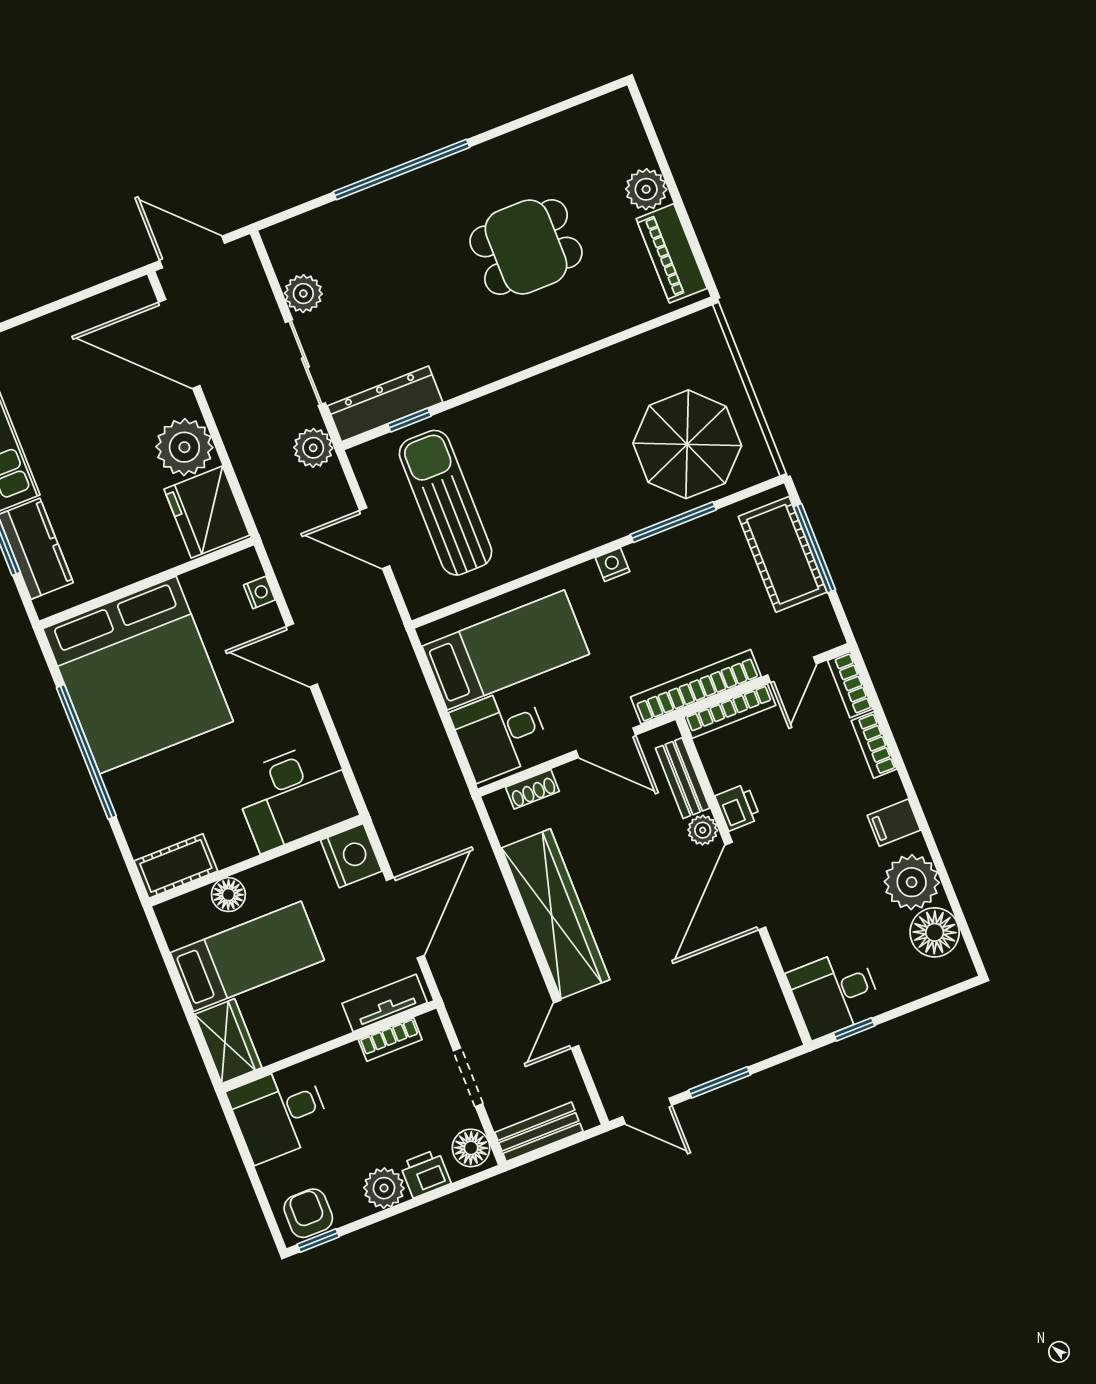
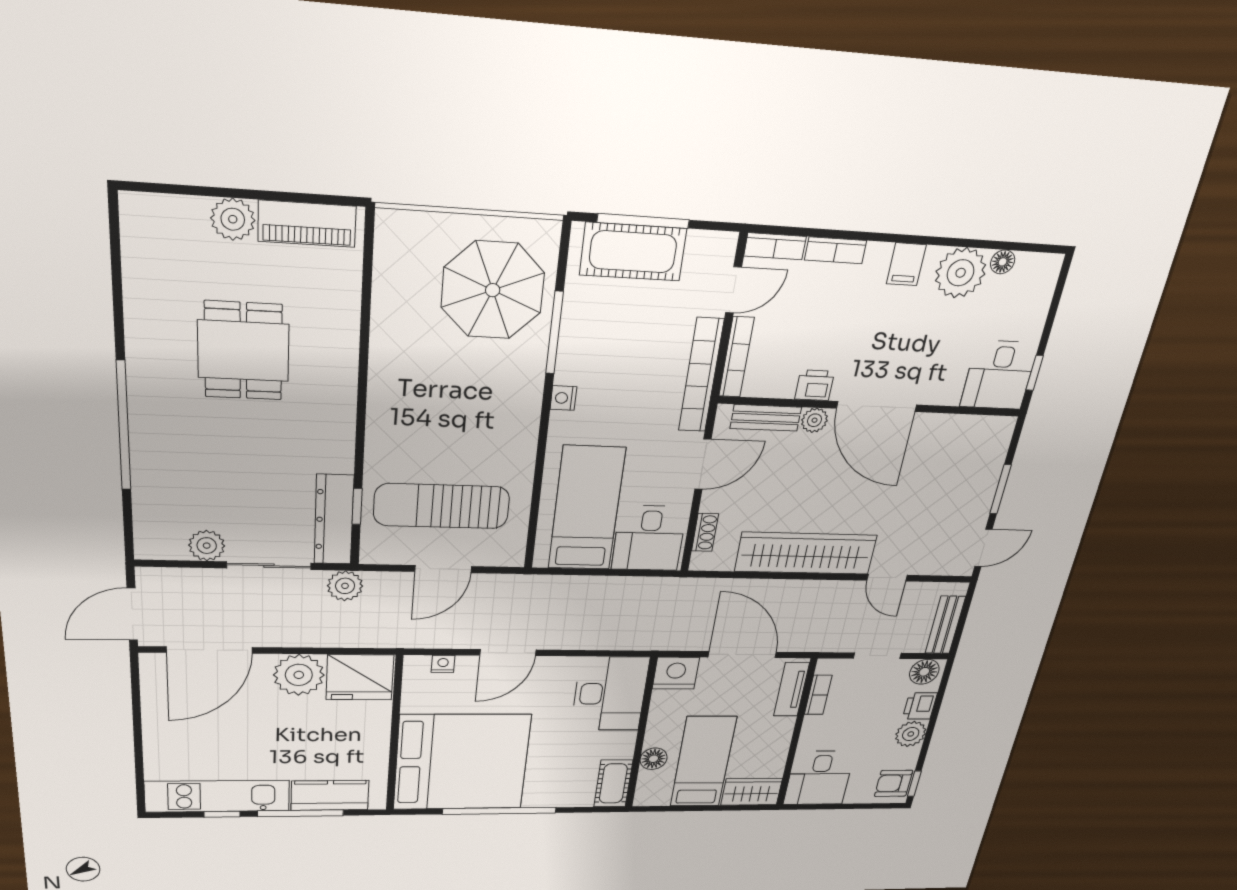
door: (792, 669) -> (734, 290), hinge flipped
floor lamp: (935, 932) -> (1003, 262), width x0.53, depth x0.53

